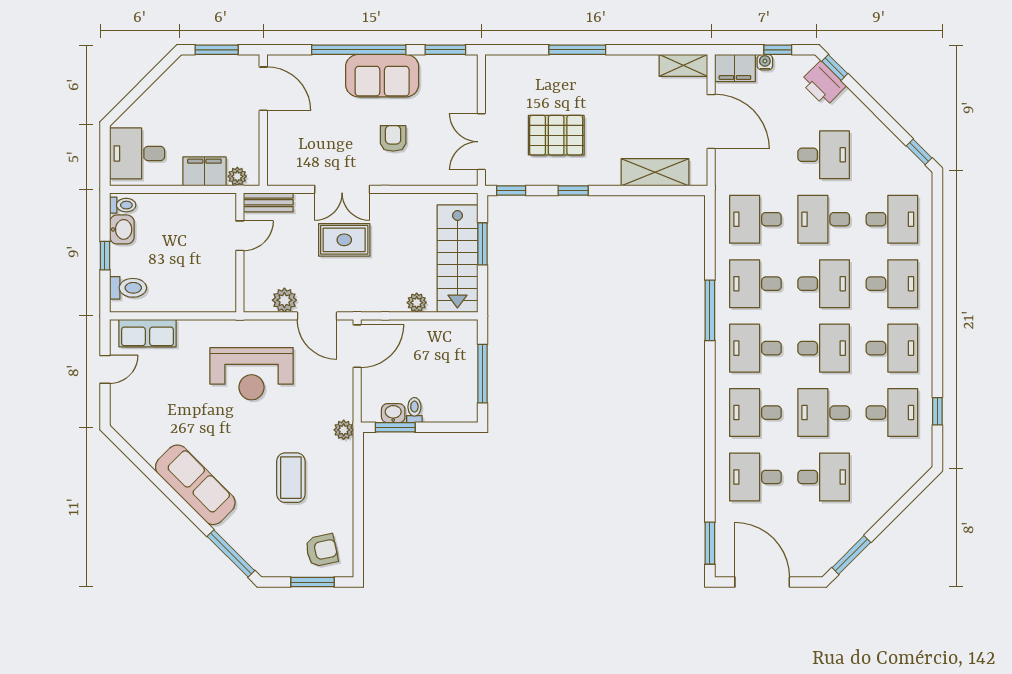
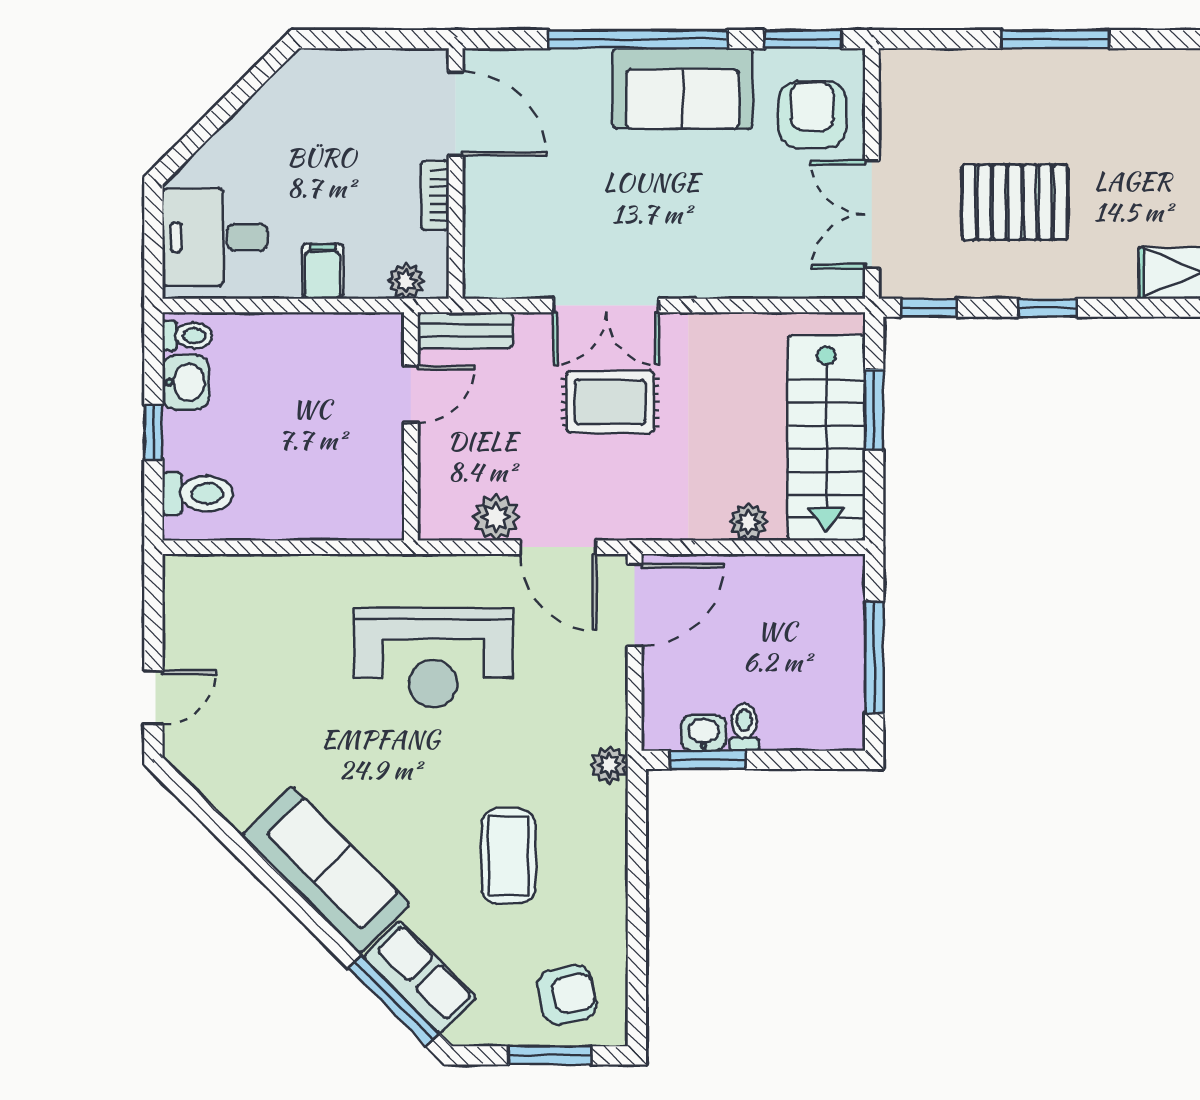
window: (217, 50) -> (366, 39), removed
bookcase: (252, 132) -> (435, 195), added
armchair: (393, 138) -> (812, 114), moved, width x1.38, depth x1.38
filing cabinet: (204, 171) -> (323, 271), width x0.50
row of seats: (147, 333) -> (420, 977), moved, turned -135
door: (105, 369) -> (153, 697), moved

